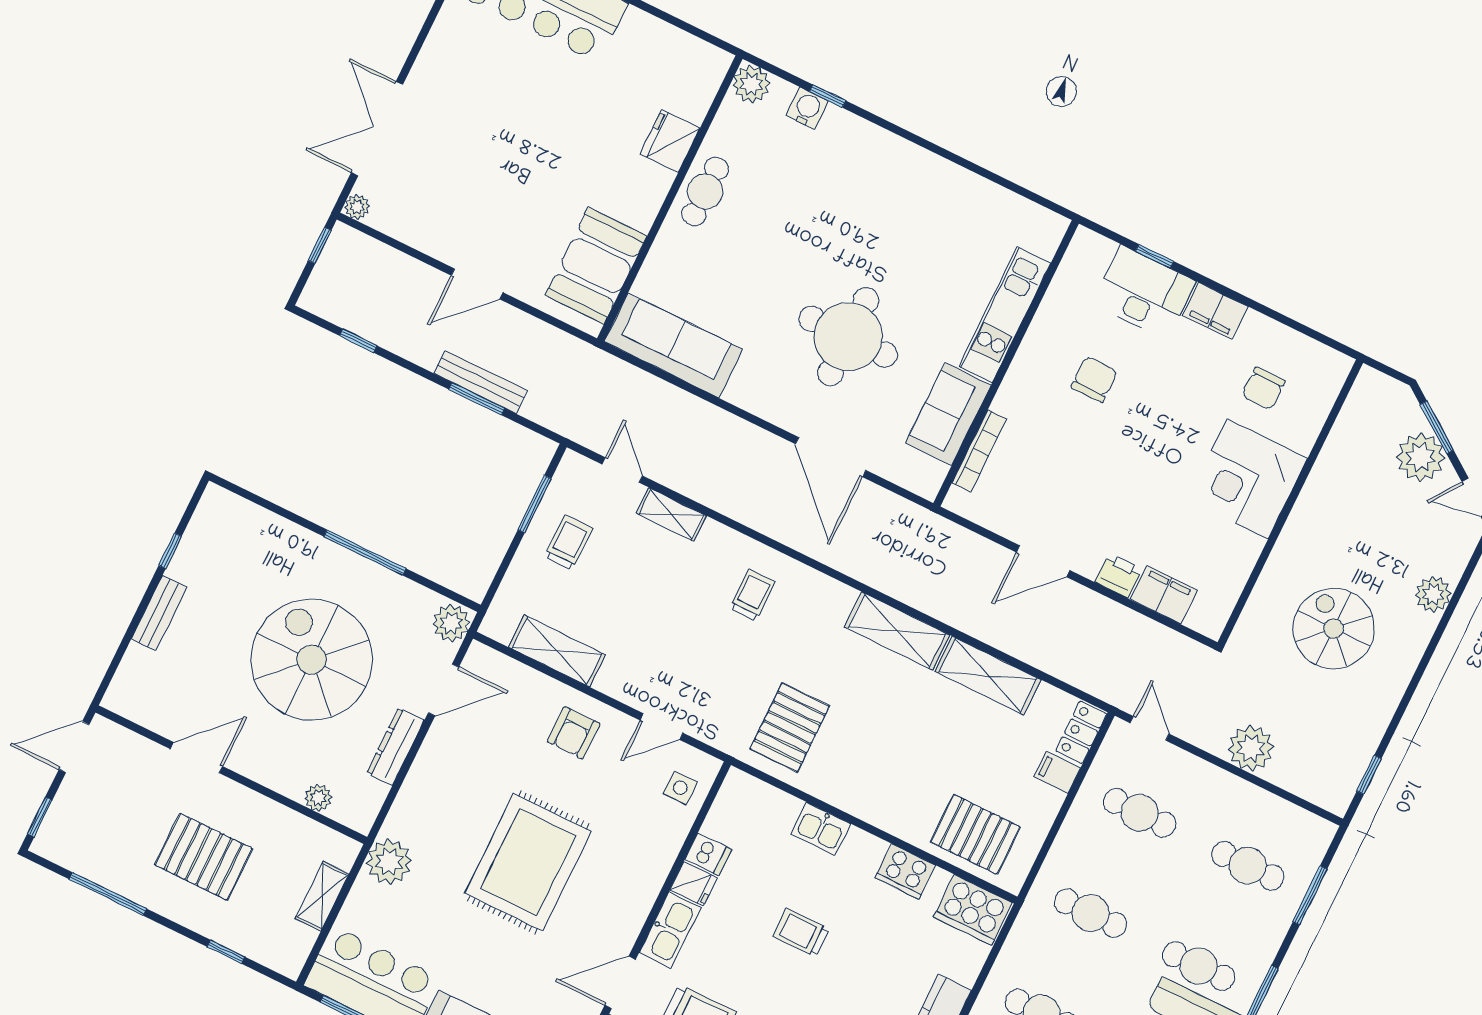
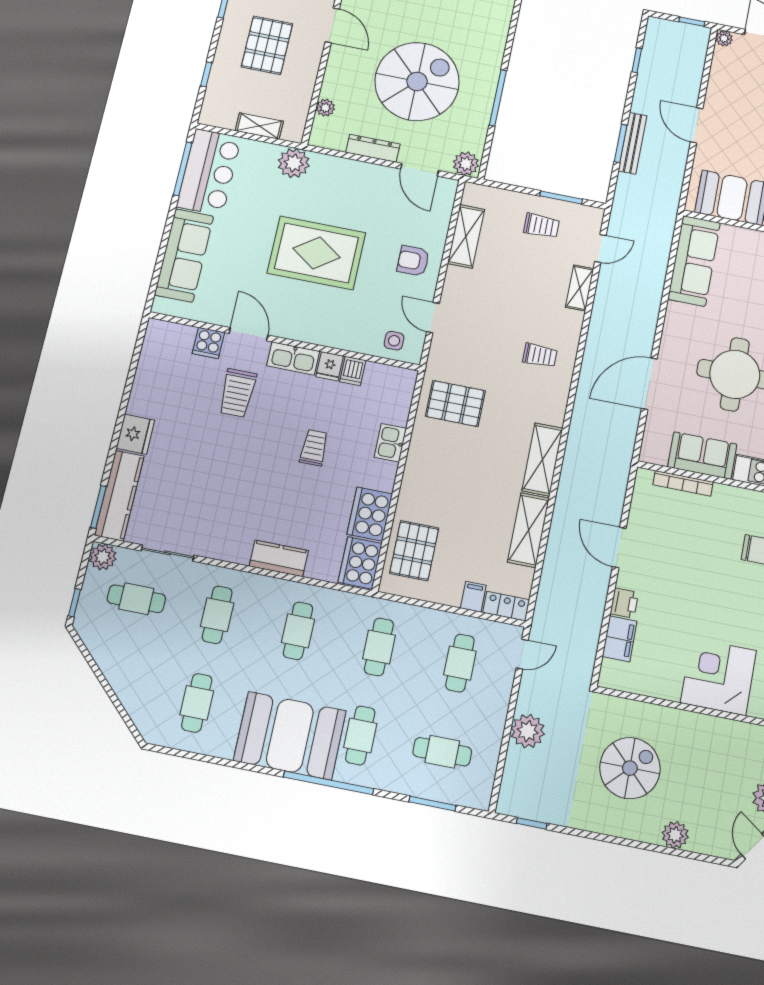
cafe table: (1248, 866) -> (442, 752), turned 90
cooker: (905, 871) -> (370, 514), width x1.37, depth x1.31

